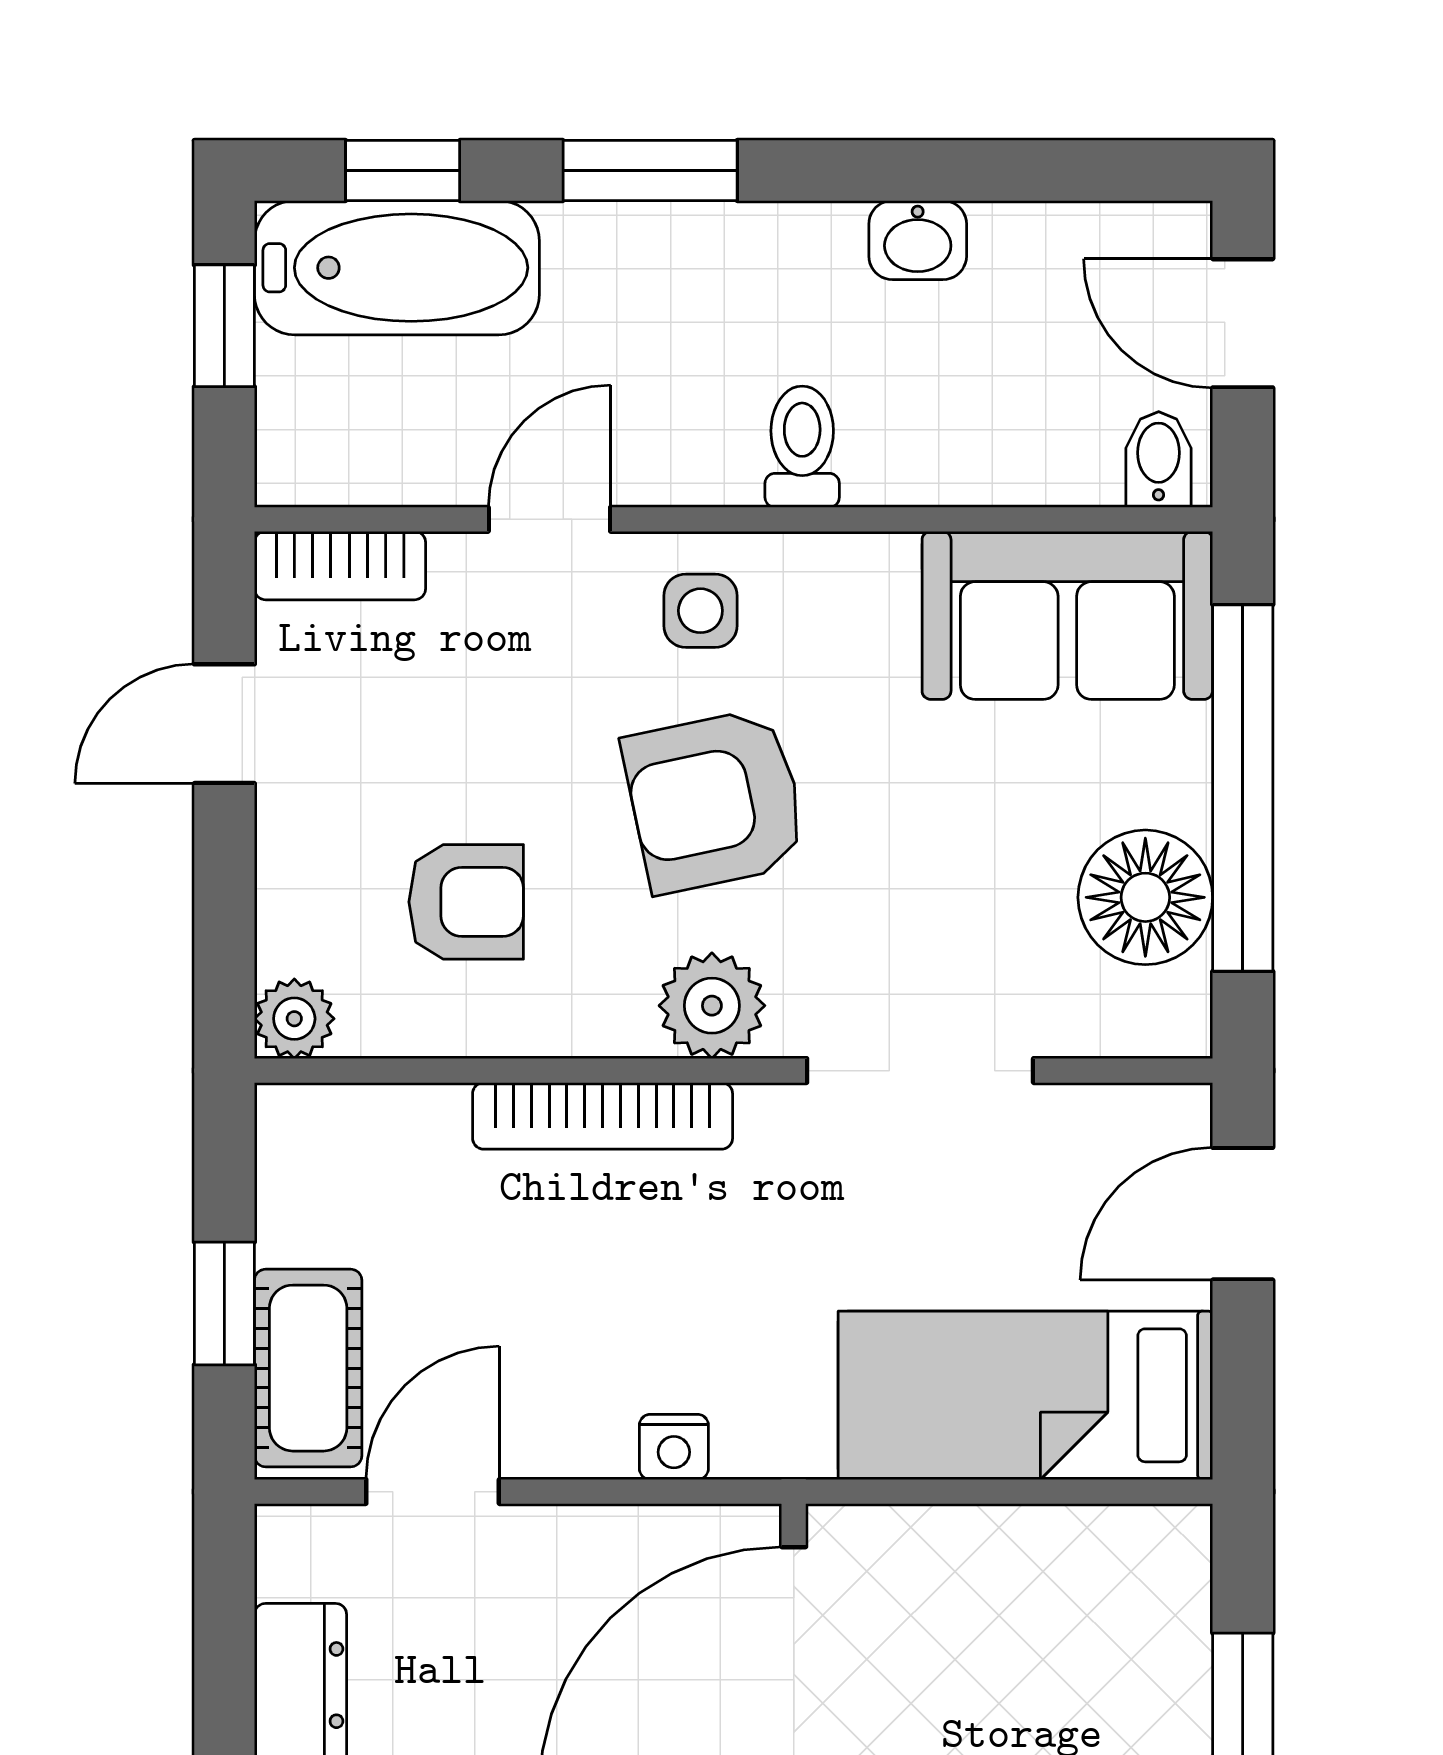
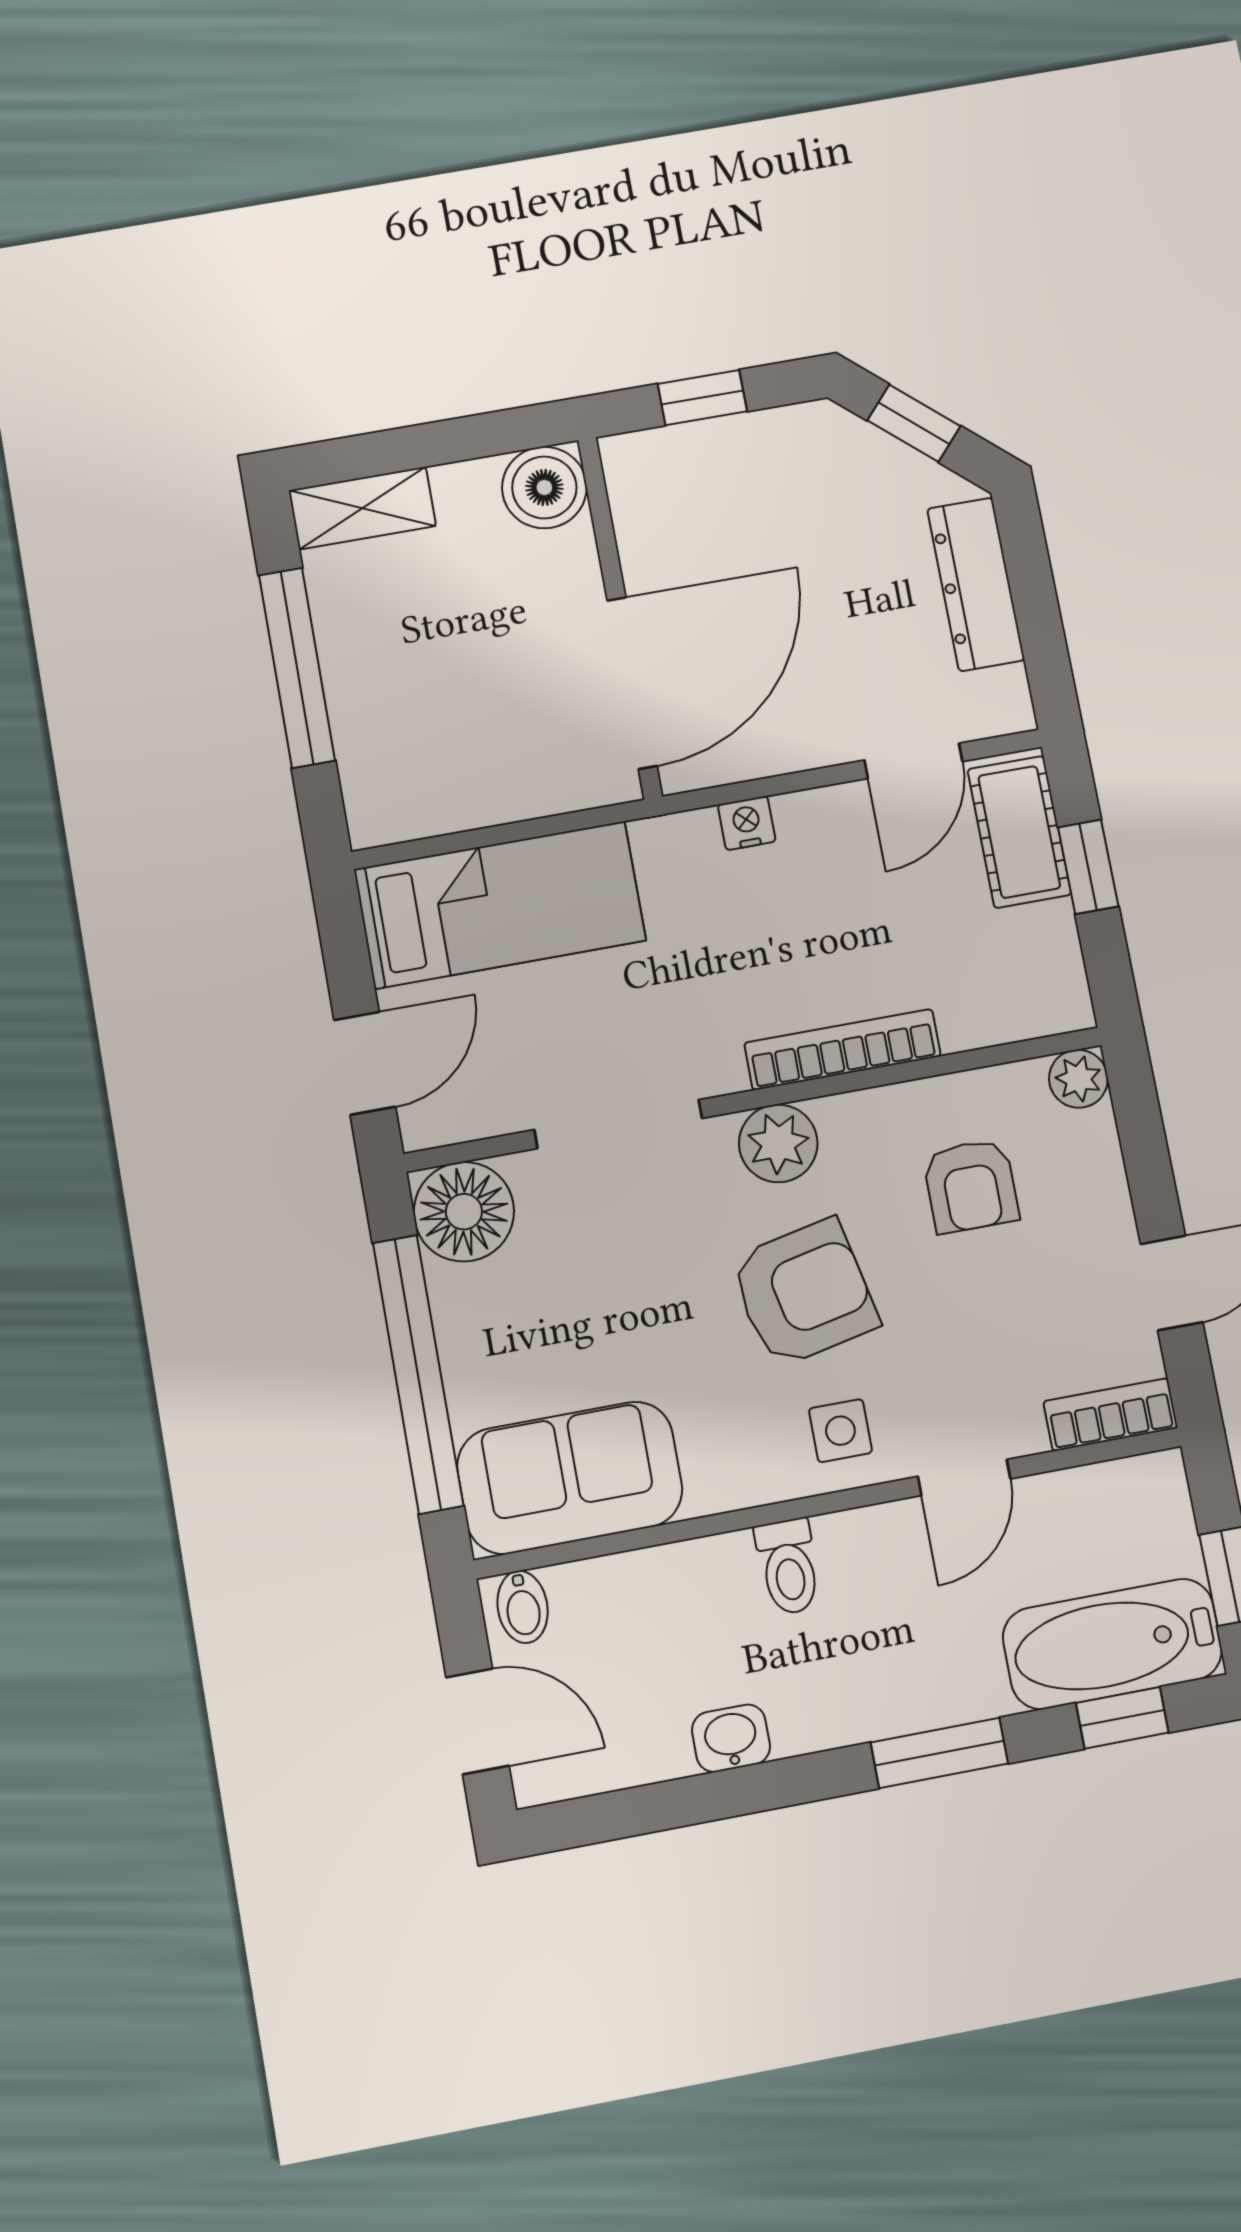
floor lamp: (1145, 897) -> (464, 1212), moved
armchair: (466, 902) -> (971, 1186), turned -90

